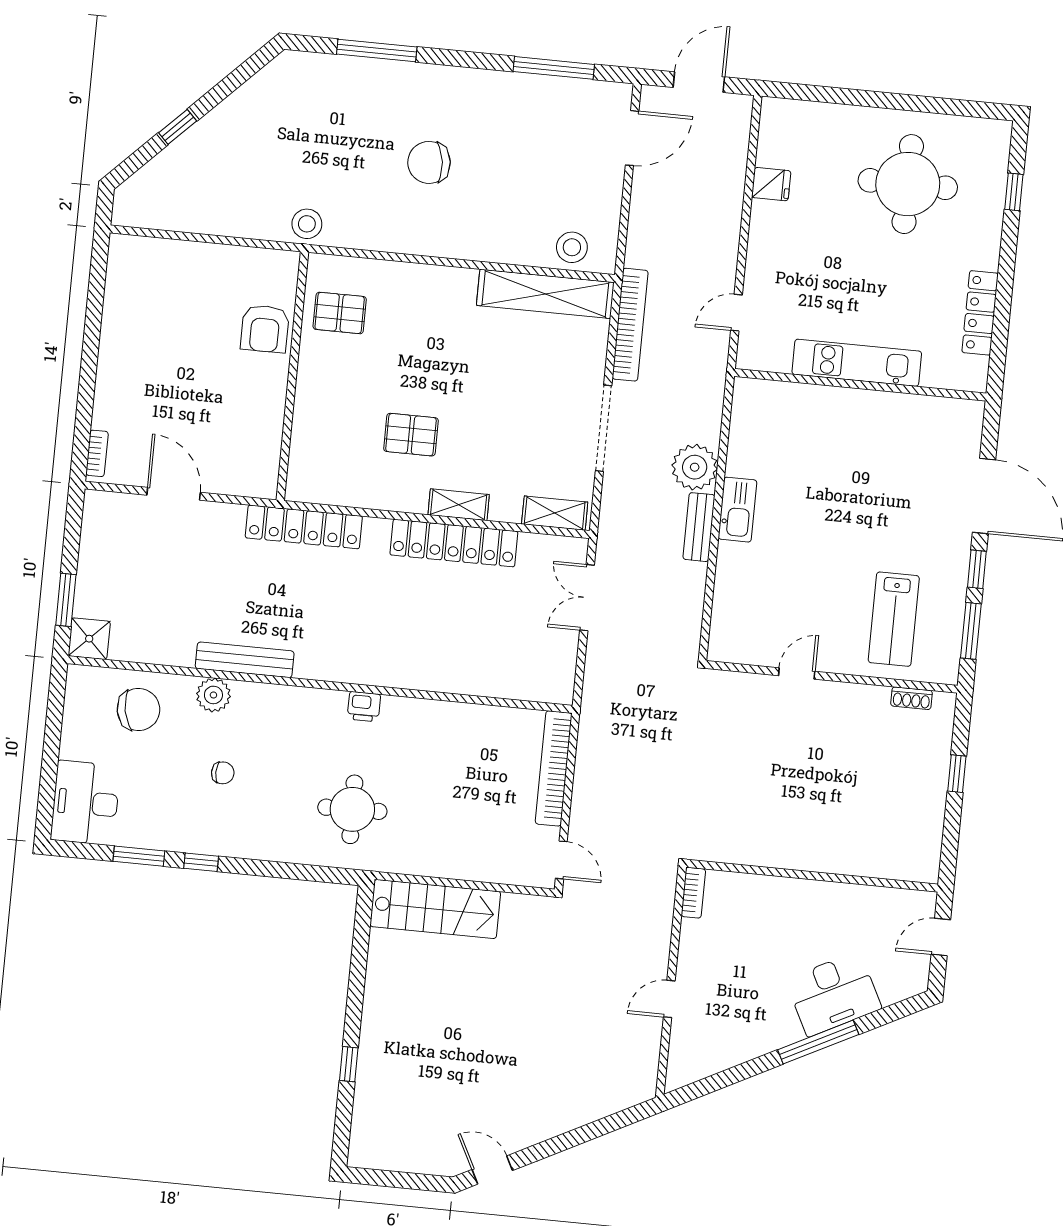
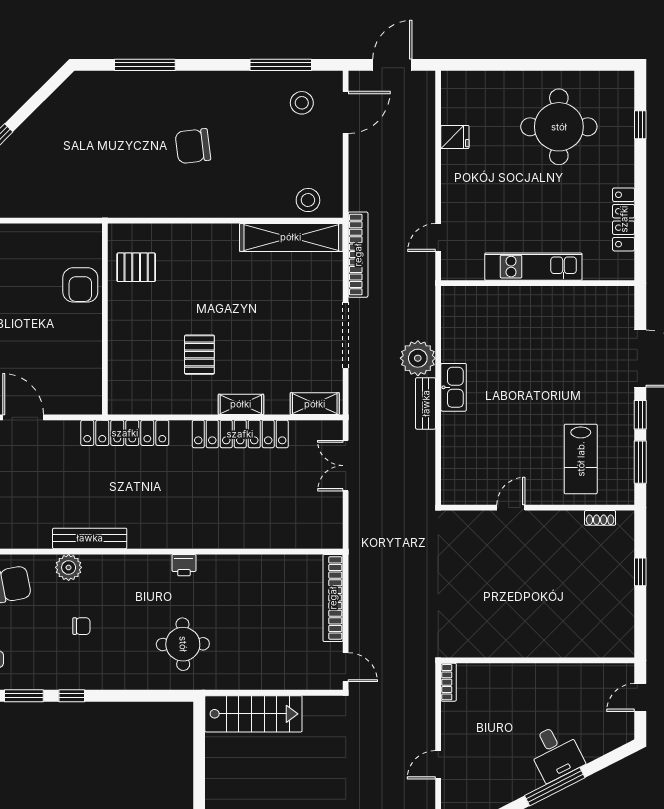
stool: (307, 224) -> (302, 103), moved
pallet: (411, 435) -> (199, 355), turned 90
desk: (833, 994) -> (555, 753), width x0.73

